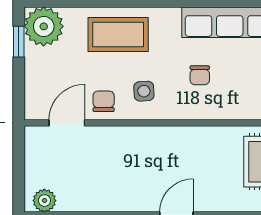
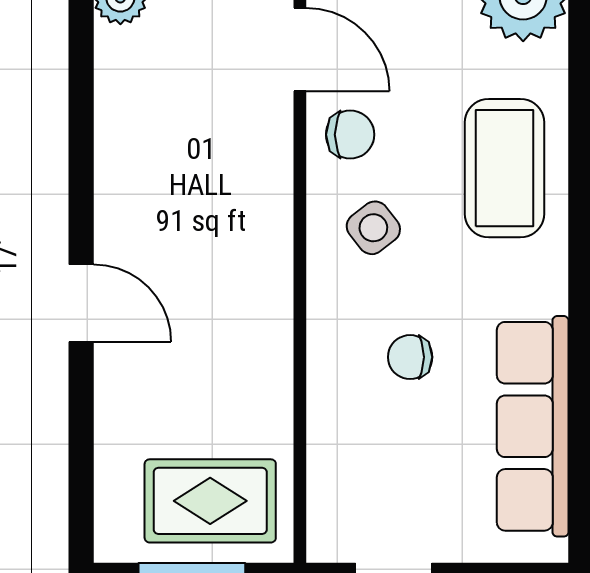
side table: (144, 91) -> (373, 228), turned -34

